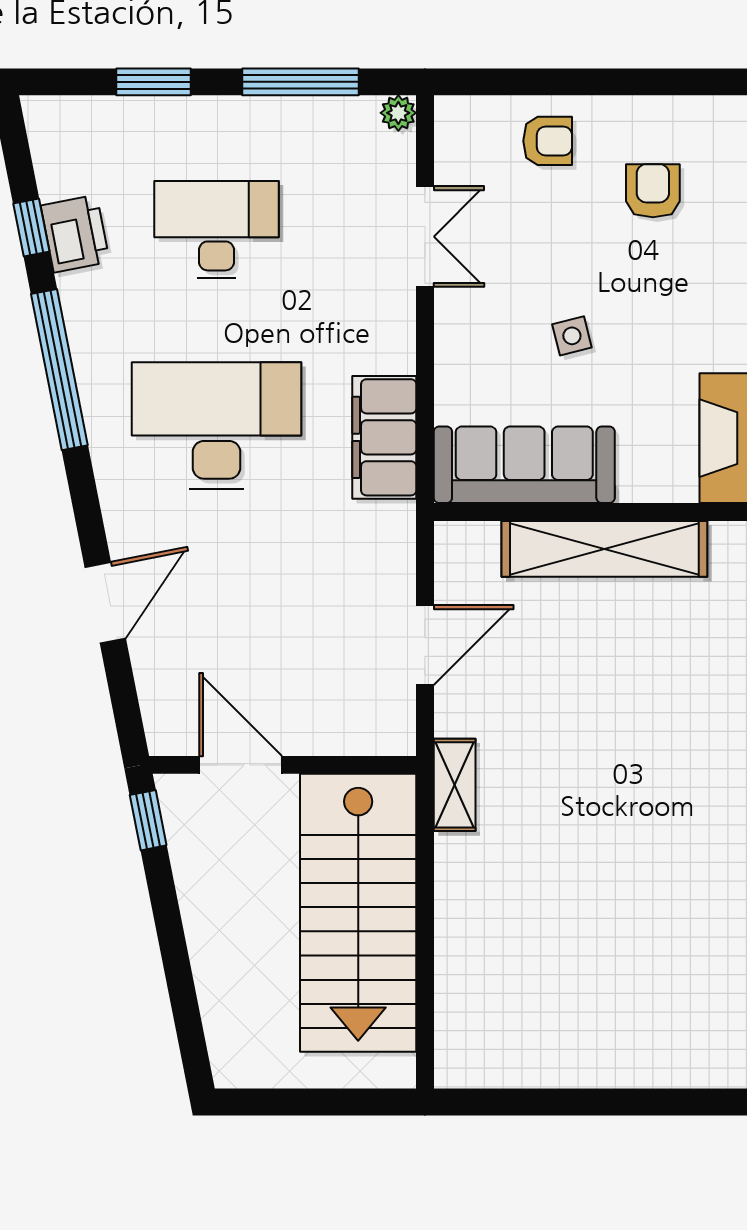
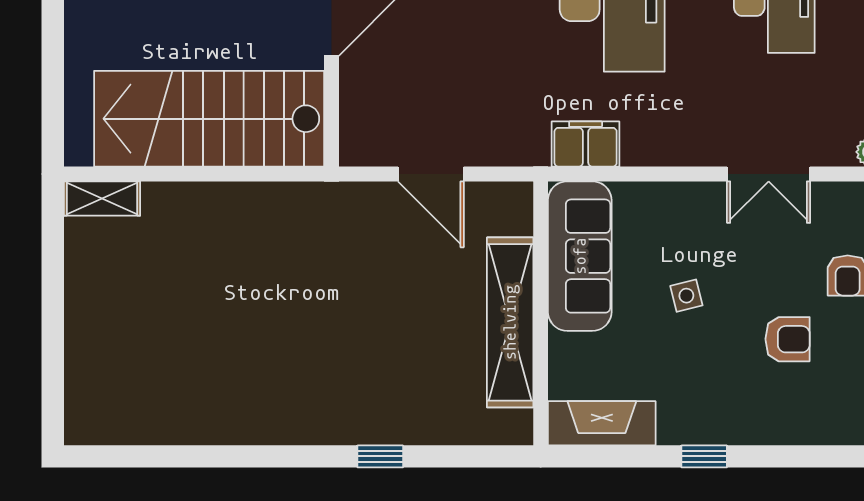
armchair: (653, 191) -> (788, 339), moved
filing cabinet: (384, 437) -> (586, 144), width x0.67, depth x0.86
shelving: (455, 785) -> (102, 199), moved

